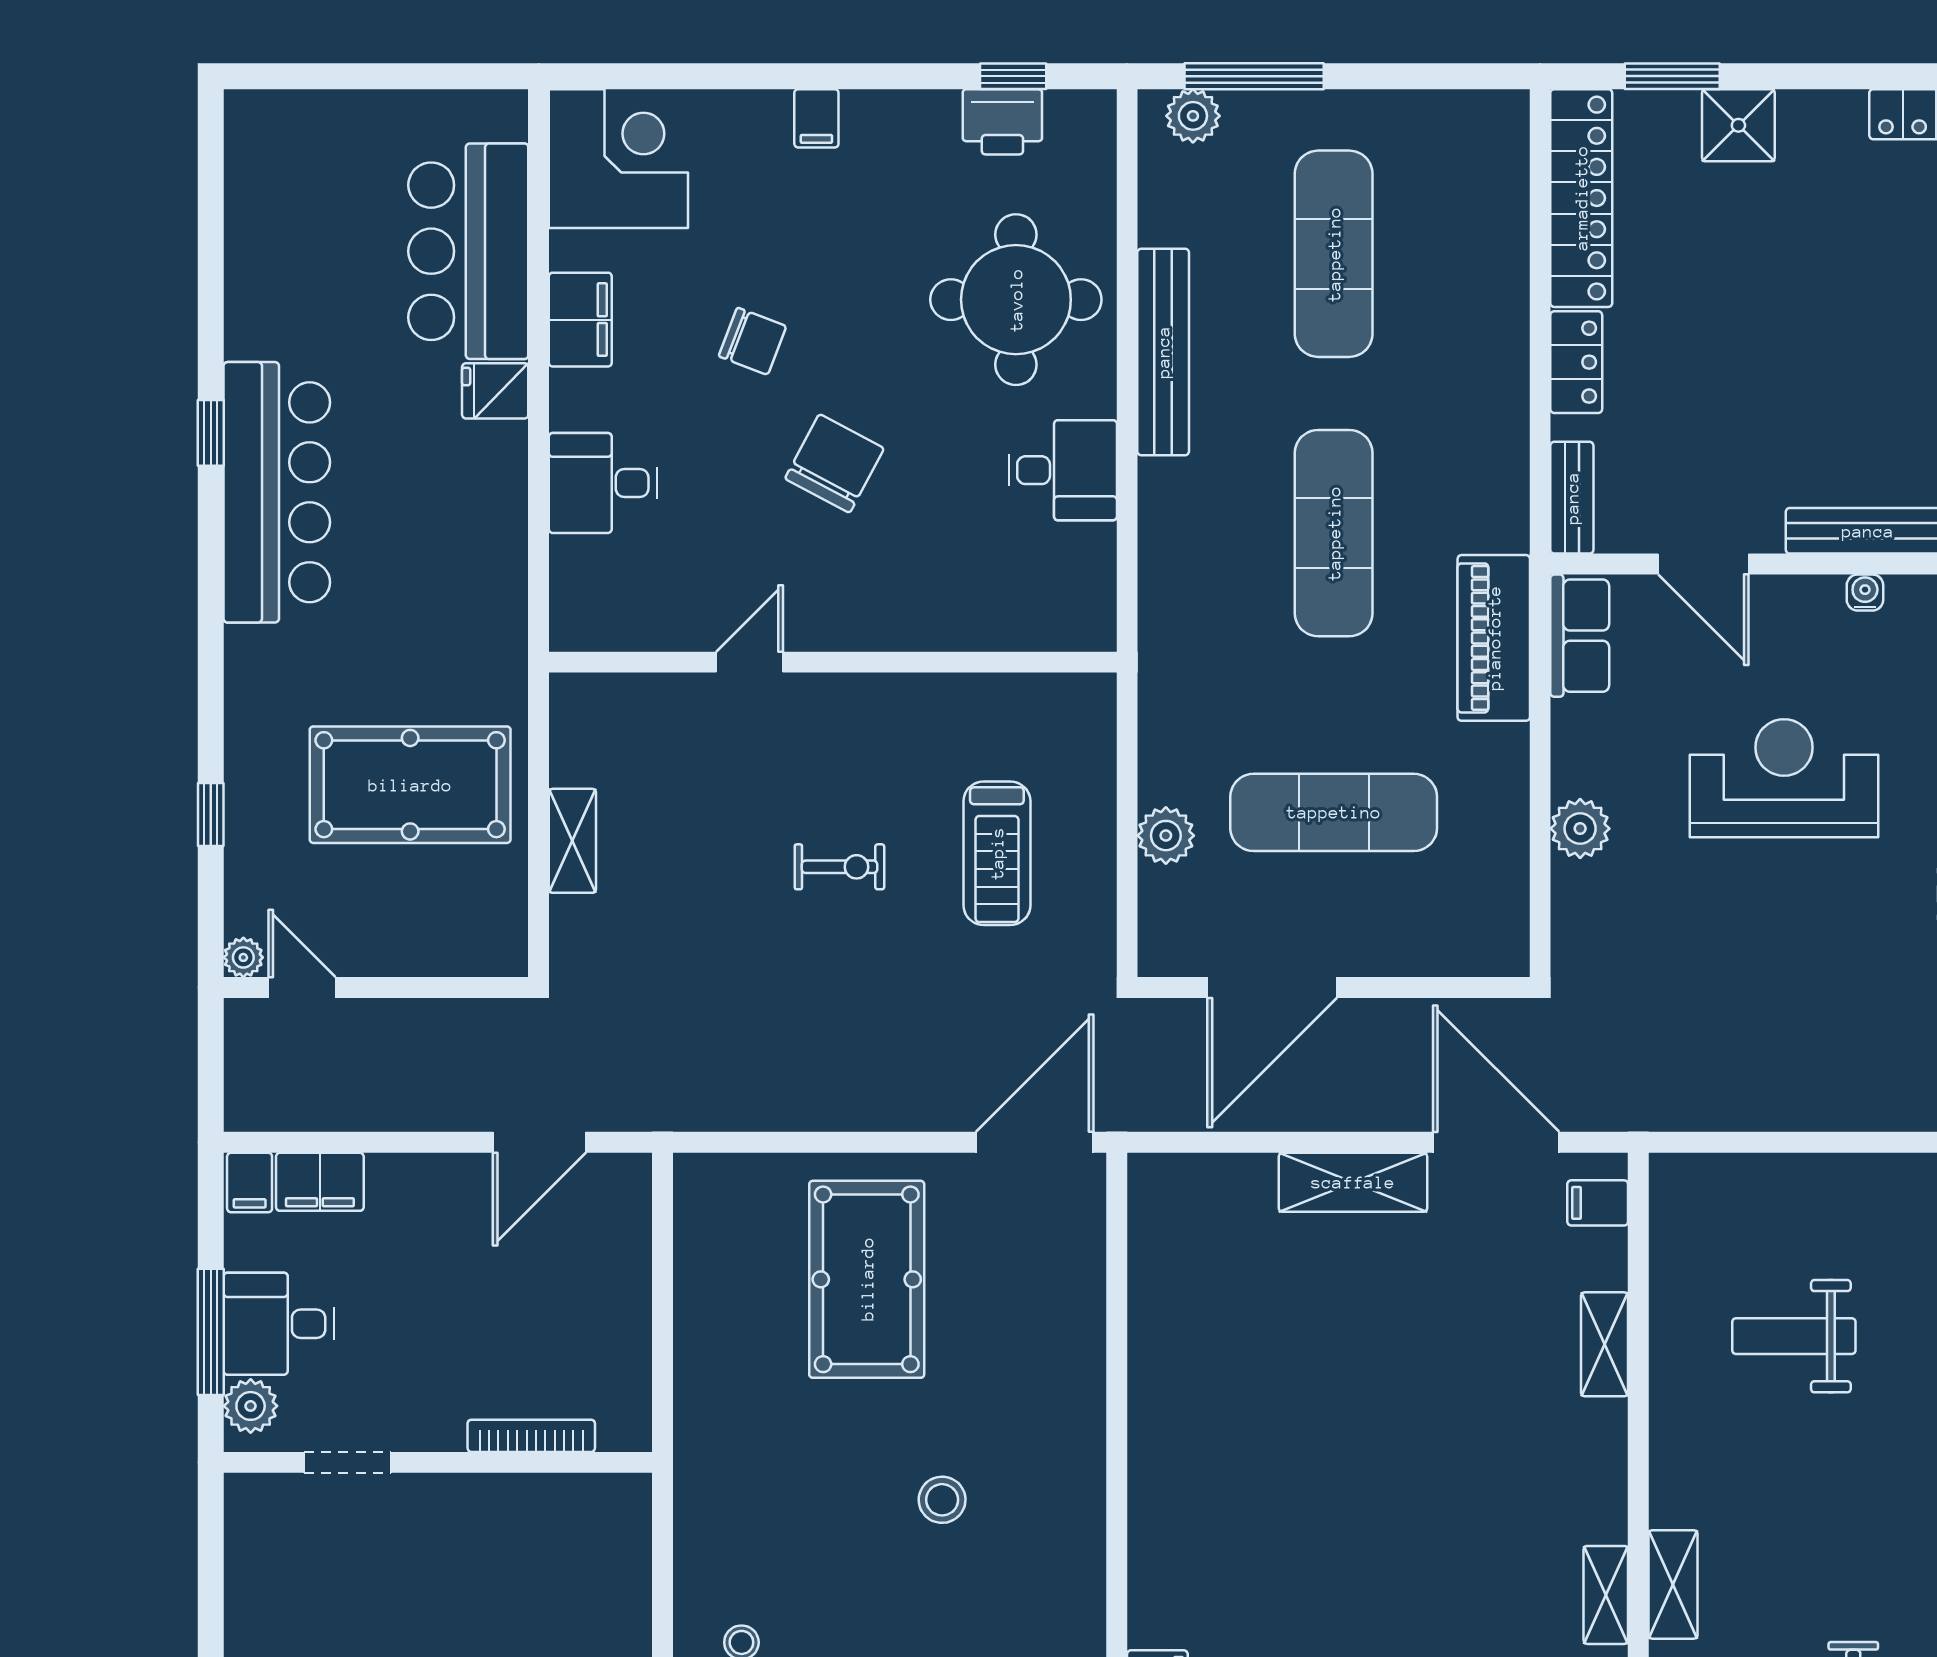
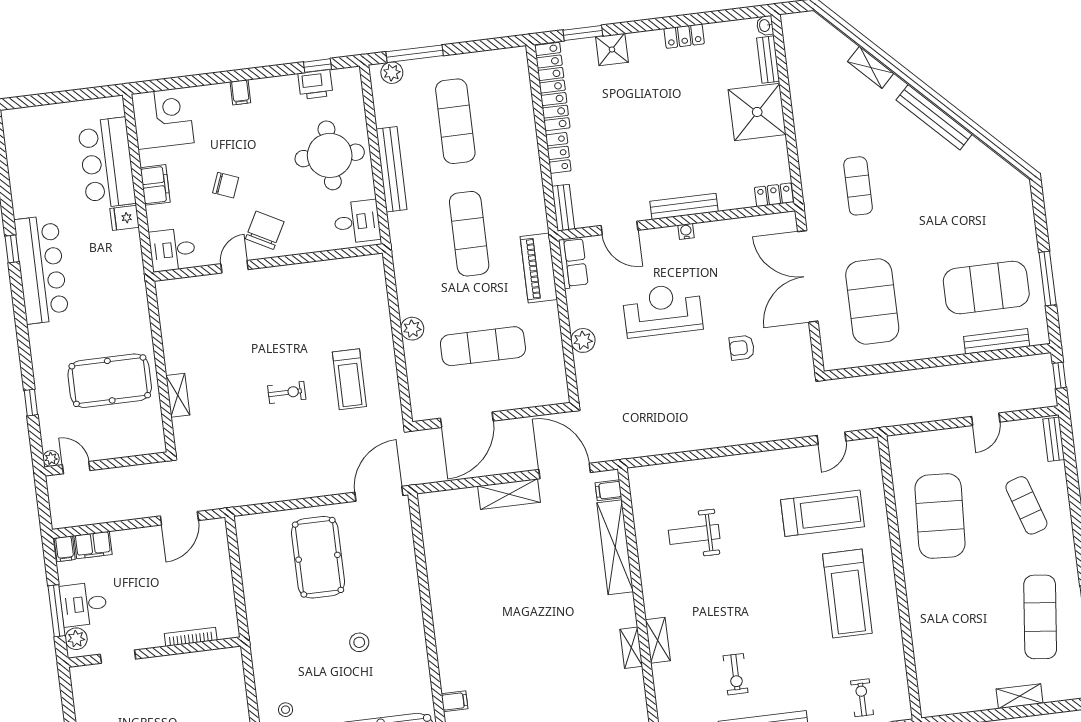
door: (750, 662) -> (234, 267), moved
wall: (833, 662) -> (268, 263), moved
plant: (1166, 836) -> (412, 329), moved
shelving: (1605, 1344) -> (615, 547), width x2.20, depth x1.33

